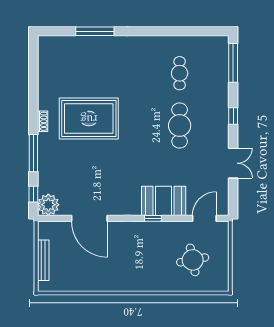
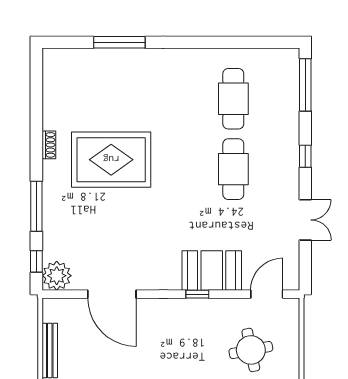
cafe table: (180, 73) -> (233, 99), width x1.37, depth x1.35
shoe rack: (43, 121) -> (49, 145), moved

